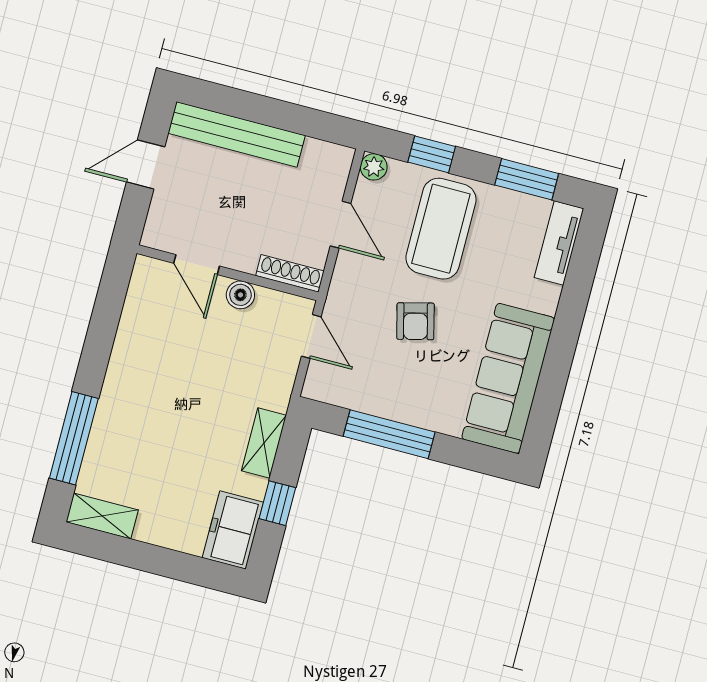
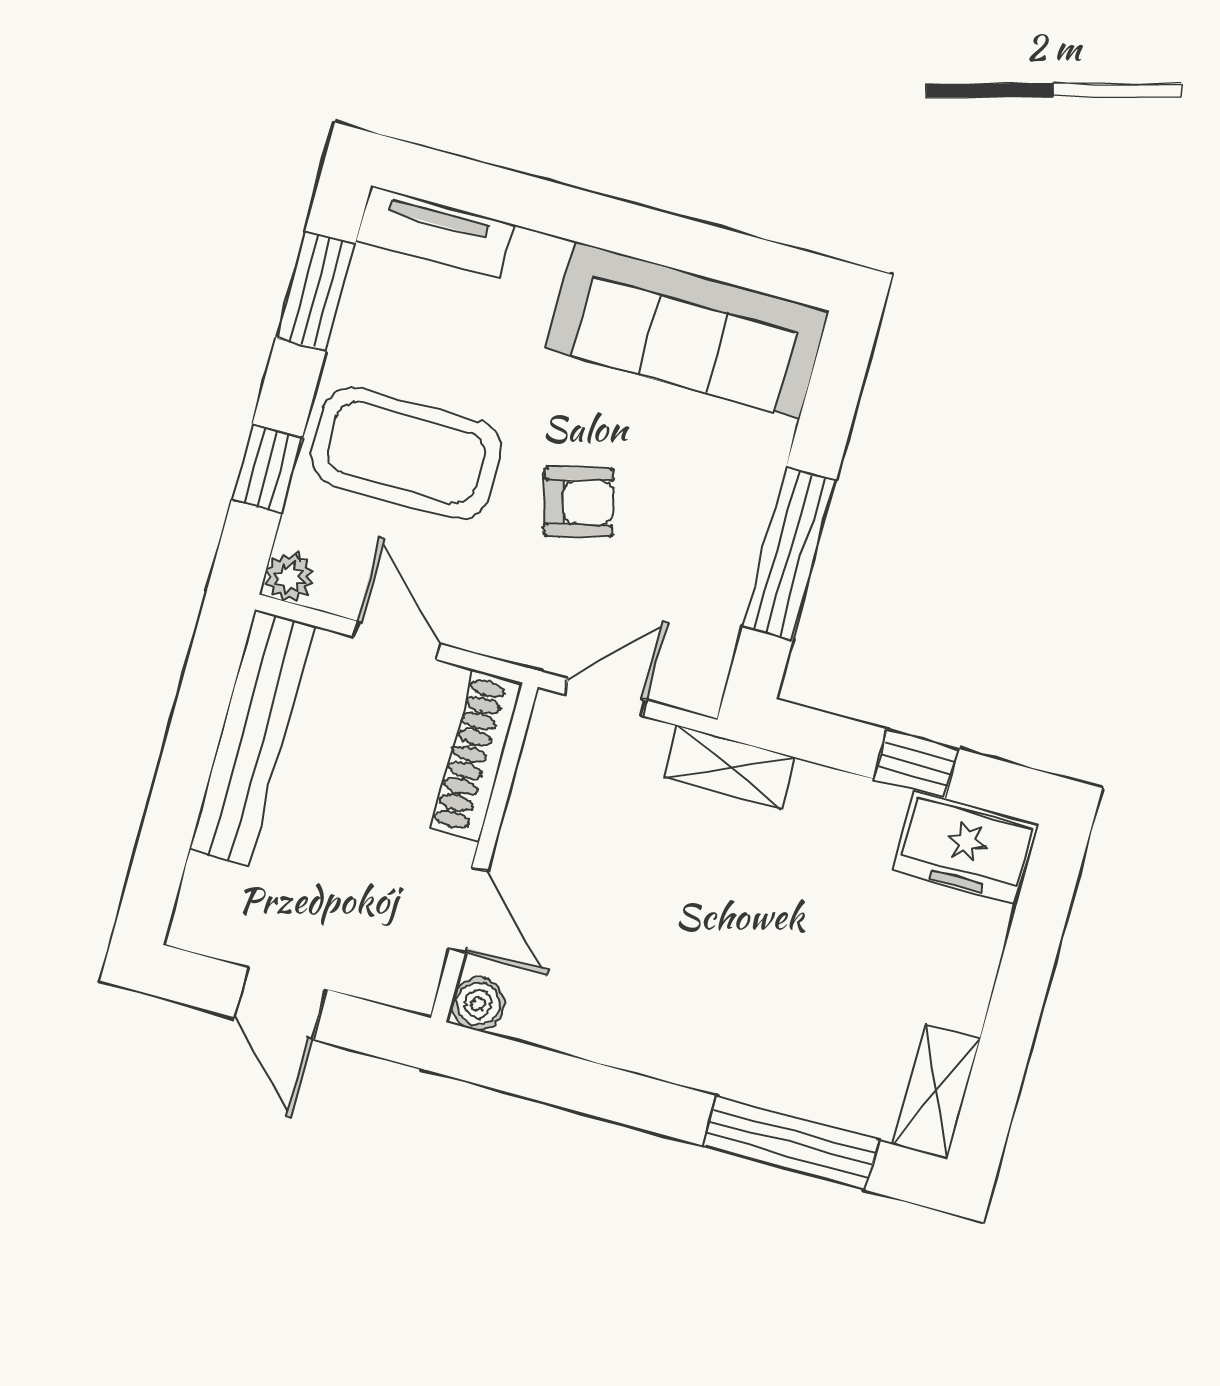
bench: (237, 134) -> (252, 738), moved
door: (341, 225) -> (397, 640), hinge flipped
door: (197, 265) -> (468, 910), hinge flipped
shoe rack: (290, 273) -> (476, 756), width x1.36, depth x1.24
boiler: (240, 295) -> (478, 1004), moved
shelving: (264, 443) -> (730, 768), moved

